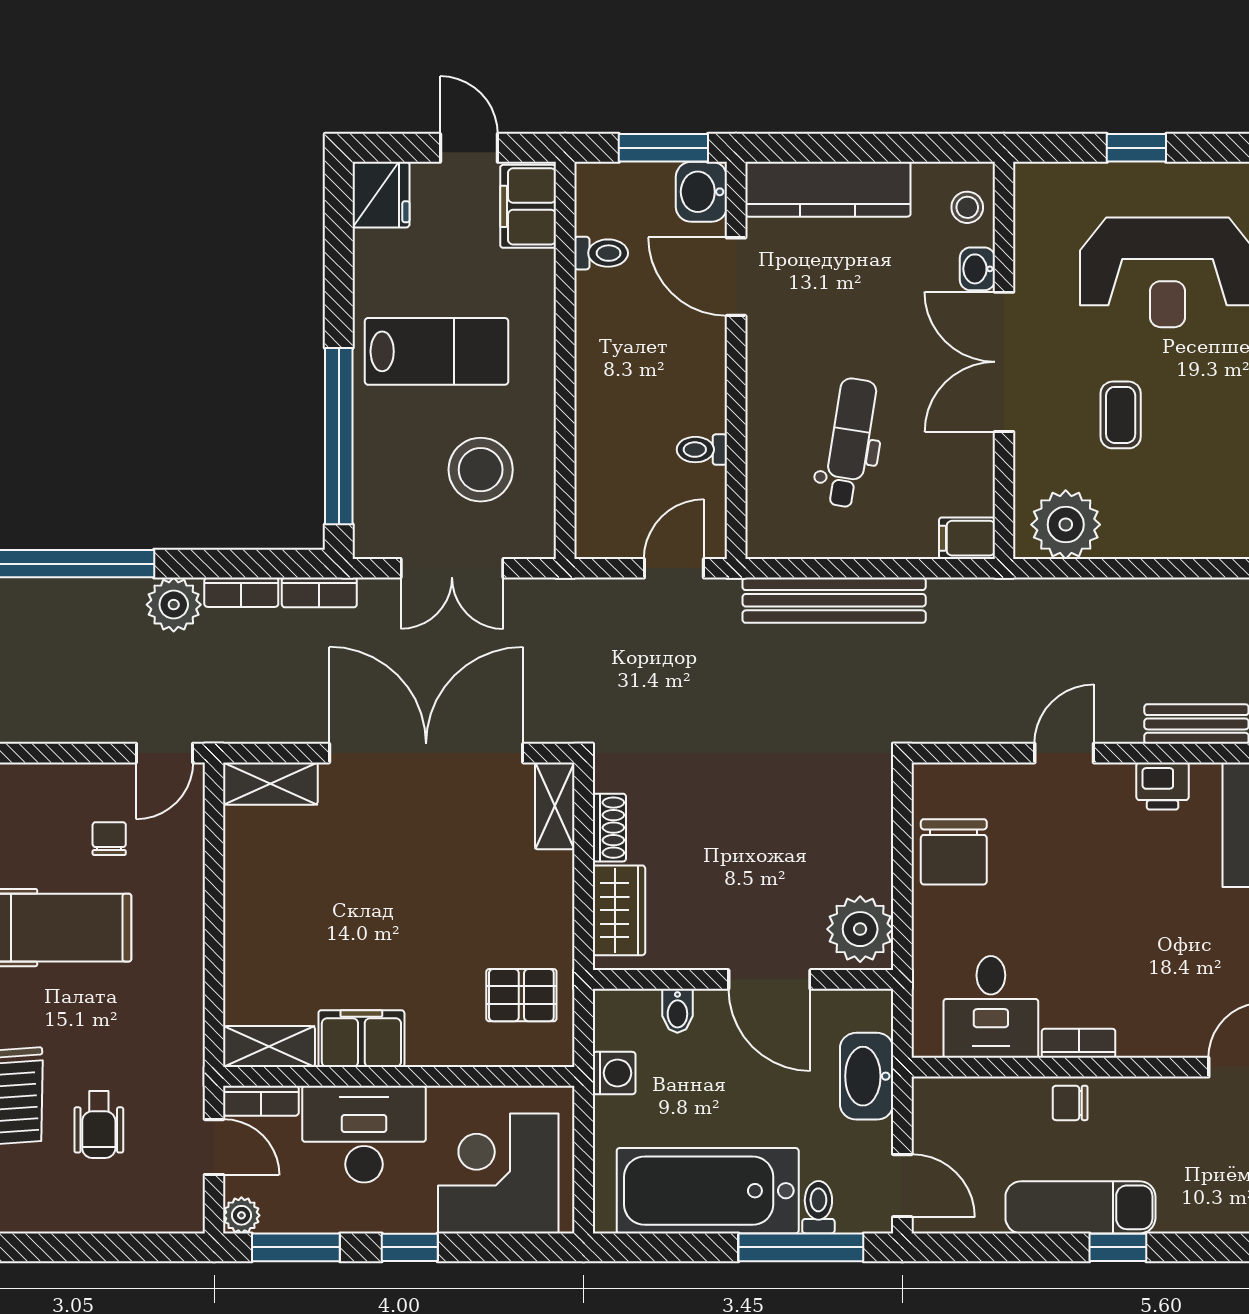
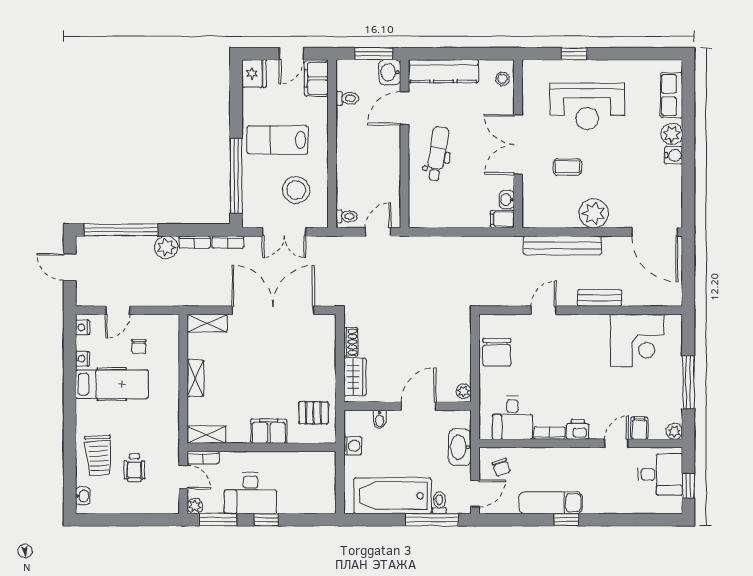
door: (469, 148) -> (291, 54), swing flipped
washbasin: (977, 269) -> (507, 200), moved
door: (736, 277) -> (404, 108), hinge flipped
lab bench: (437, 351) -> (278, 140), turned 180
coffee table: (1121, 415) -> (567, 167), turned 90
dental chair: (850, 443) -> (437, 154), moved
toilet: (702, 450) -> (347, 216), moved, turned 180
plant: (1066, 525) -> (594, 213), moved
bench: (834, 600) -> (563, 245), moved
door: (164, 753) -> (118, 310), moved
printer: (1163, 786) -> (578, 429), moved, turned 180
shelving: (555, 806) -> (195, 378), moved
chair: (109, 839) -> (139, 346), turned 180
plant: (860, 929) -> (464, 391), width x0.53, depth x0.53
door: (769, 979) -> (419, 406), swing flipped
filing cabinet: (361, 1039) -> (269, 431), moved
chair: (1070, 1103) -> (501, 467), moved, turned -109
desk: (364, 1134) -> (250, 493), moved, turned 180
corner desk: (498, 1173) -> (304, 488), removed
door: (902, 1186) -> (475, 494), hinge flipped

